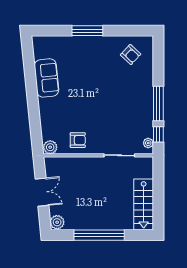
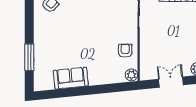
window: (87, 31) -> (29, 57), moved

